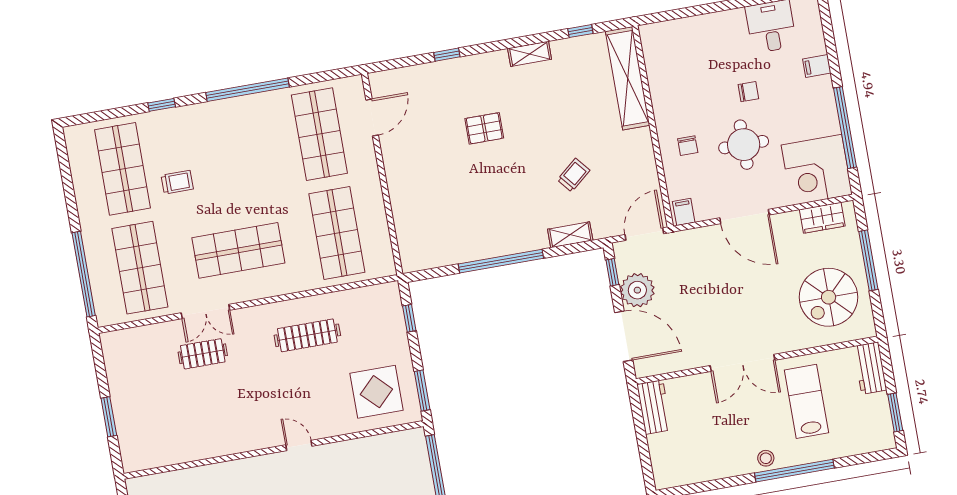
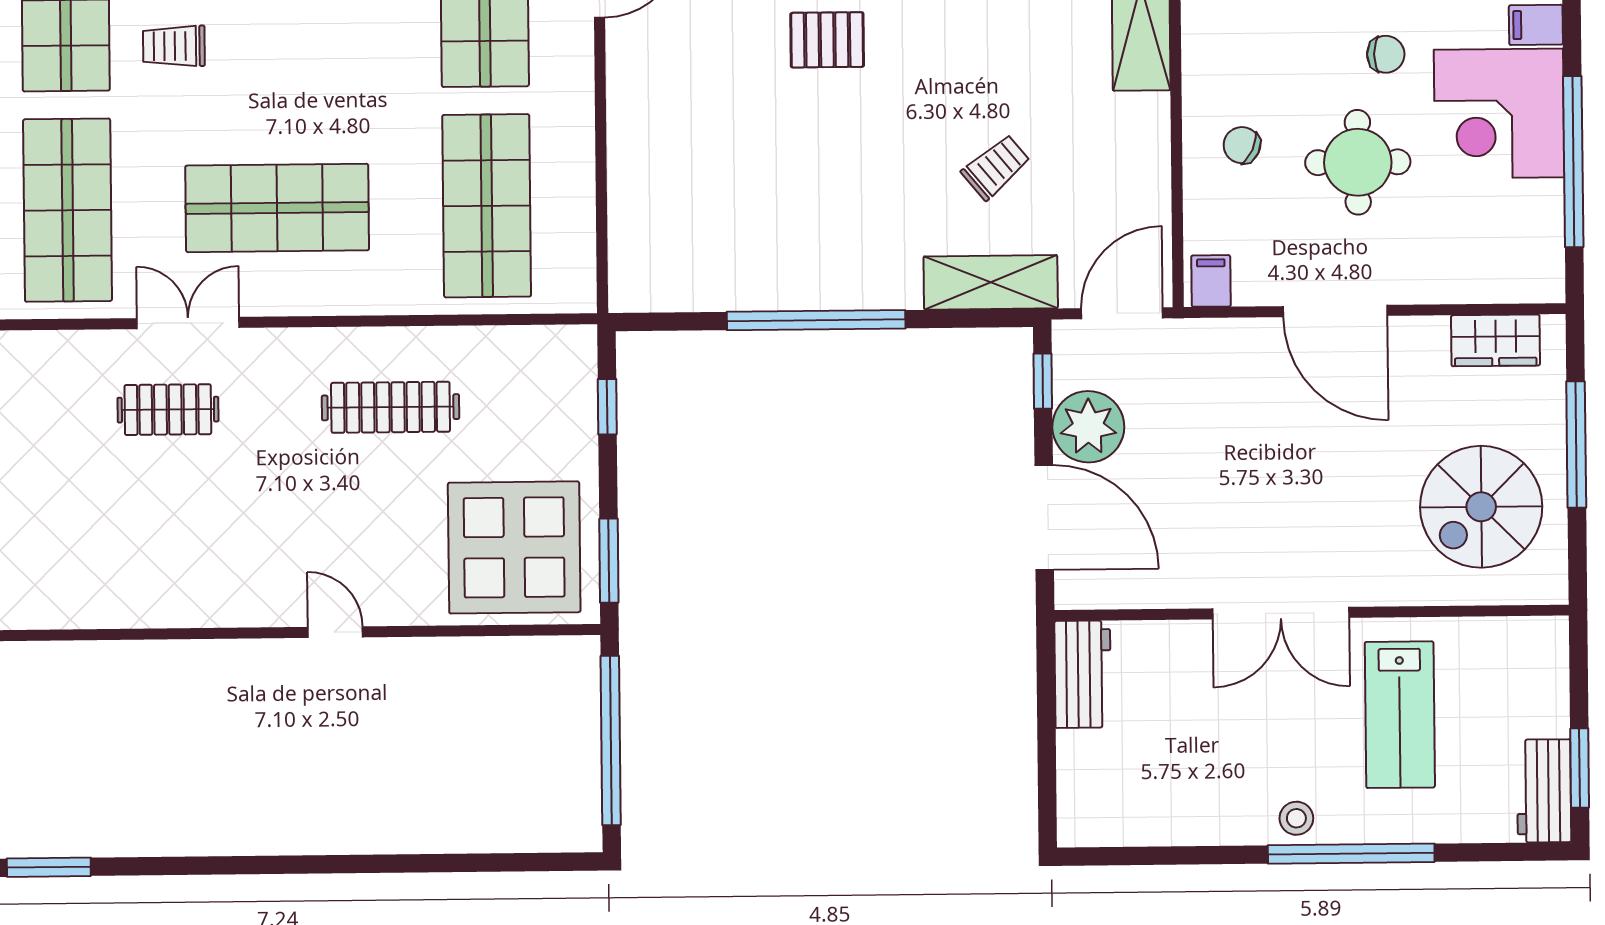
chair: (688, 146) -> (1242, 145), turned 115
corner desk: (817, 170) -> (1499, 113), moved
trolley: (177, 182) -> (174, 46), turned 180
shelving: (570, 235) -> (991, 282), width x1.50, depth x1.33
double door: (205, 311) -> (188, 323), swing flipped
workbench: (870, 368) -> (1544, 791), moved
display table: (376, 392) -> (514, 547), width x1.36, depth x1.36
lab bench: (806, 401) -> (1400, 715), turned 180

